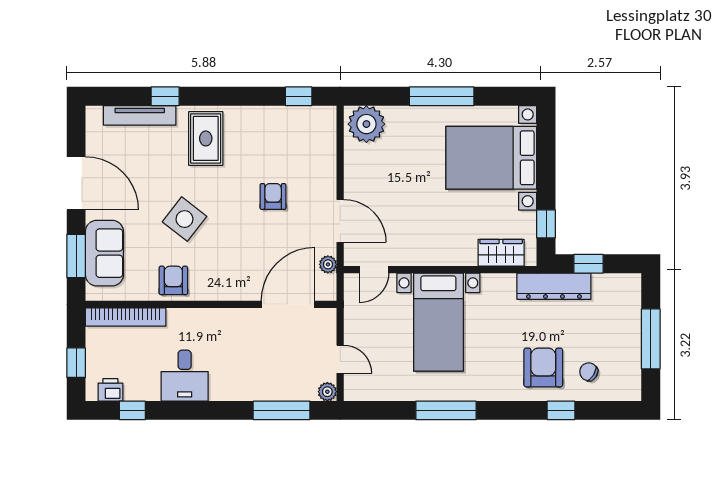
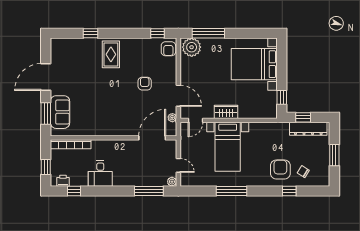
window: (442, 96) -> (208, 33), moved
tv unit: (140, 115) -> (78, 43), removed
door: (76, 183) -> (46, 77), swing flipped
side table: (184, 219) -> (100, 95), removed
wardrobe: (501, 253) -> (226, 112), moved
armchair: (173, 280) -> (168, 49), moved, turned 180
dresser: (554, 286) -> (308, 129), moved
window: (651, 339) -> (334, 155), width x0.69

